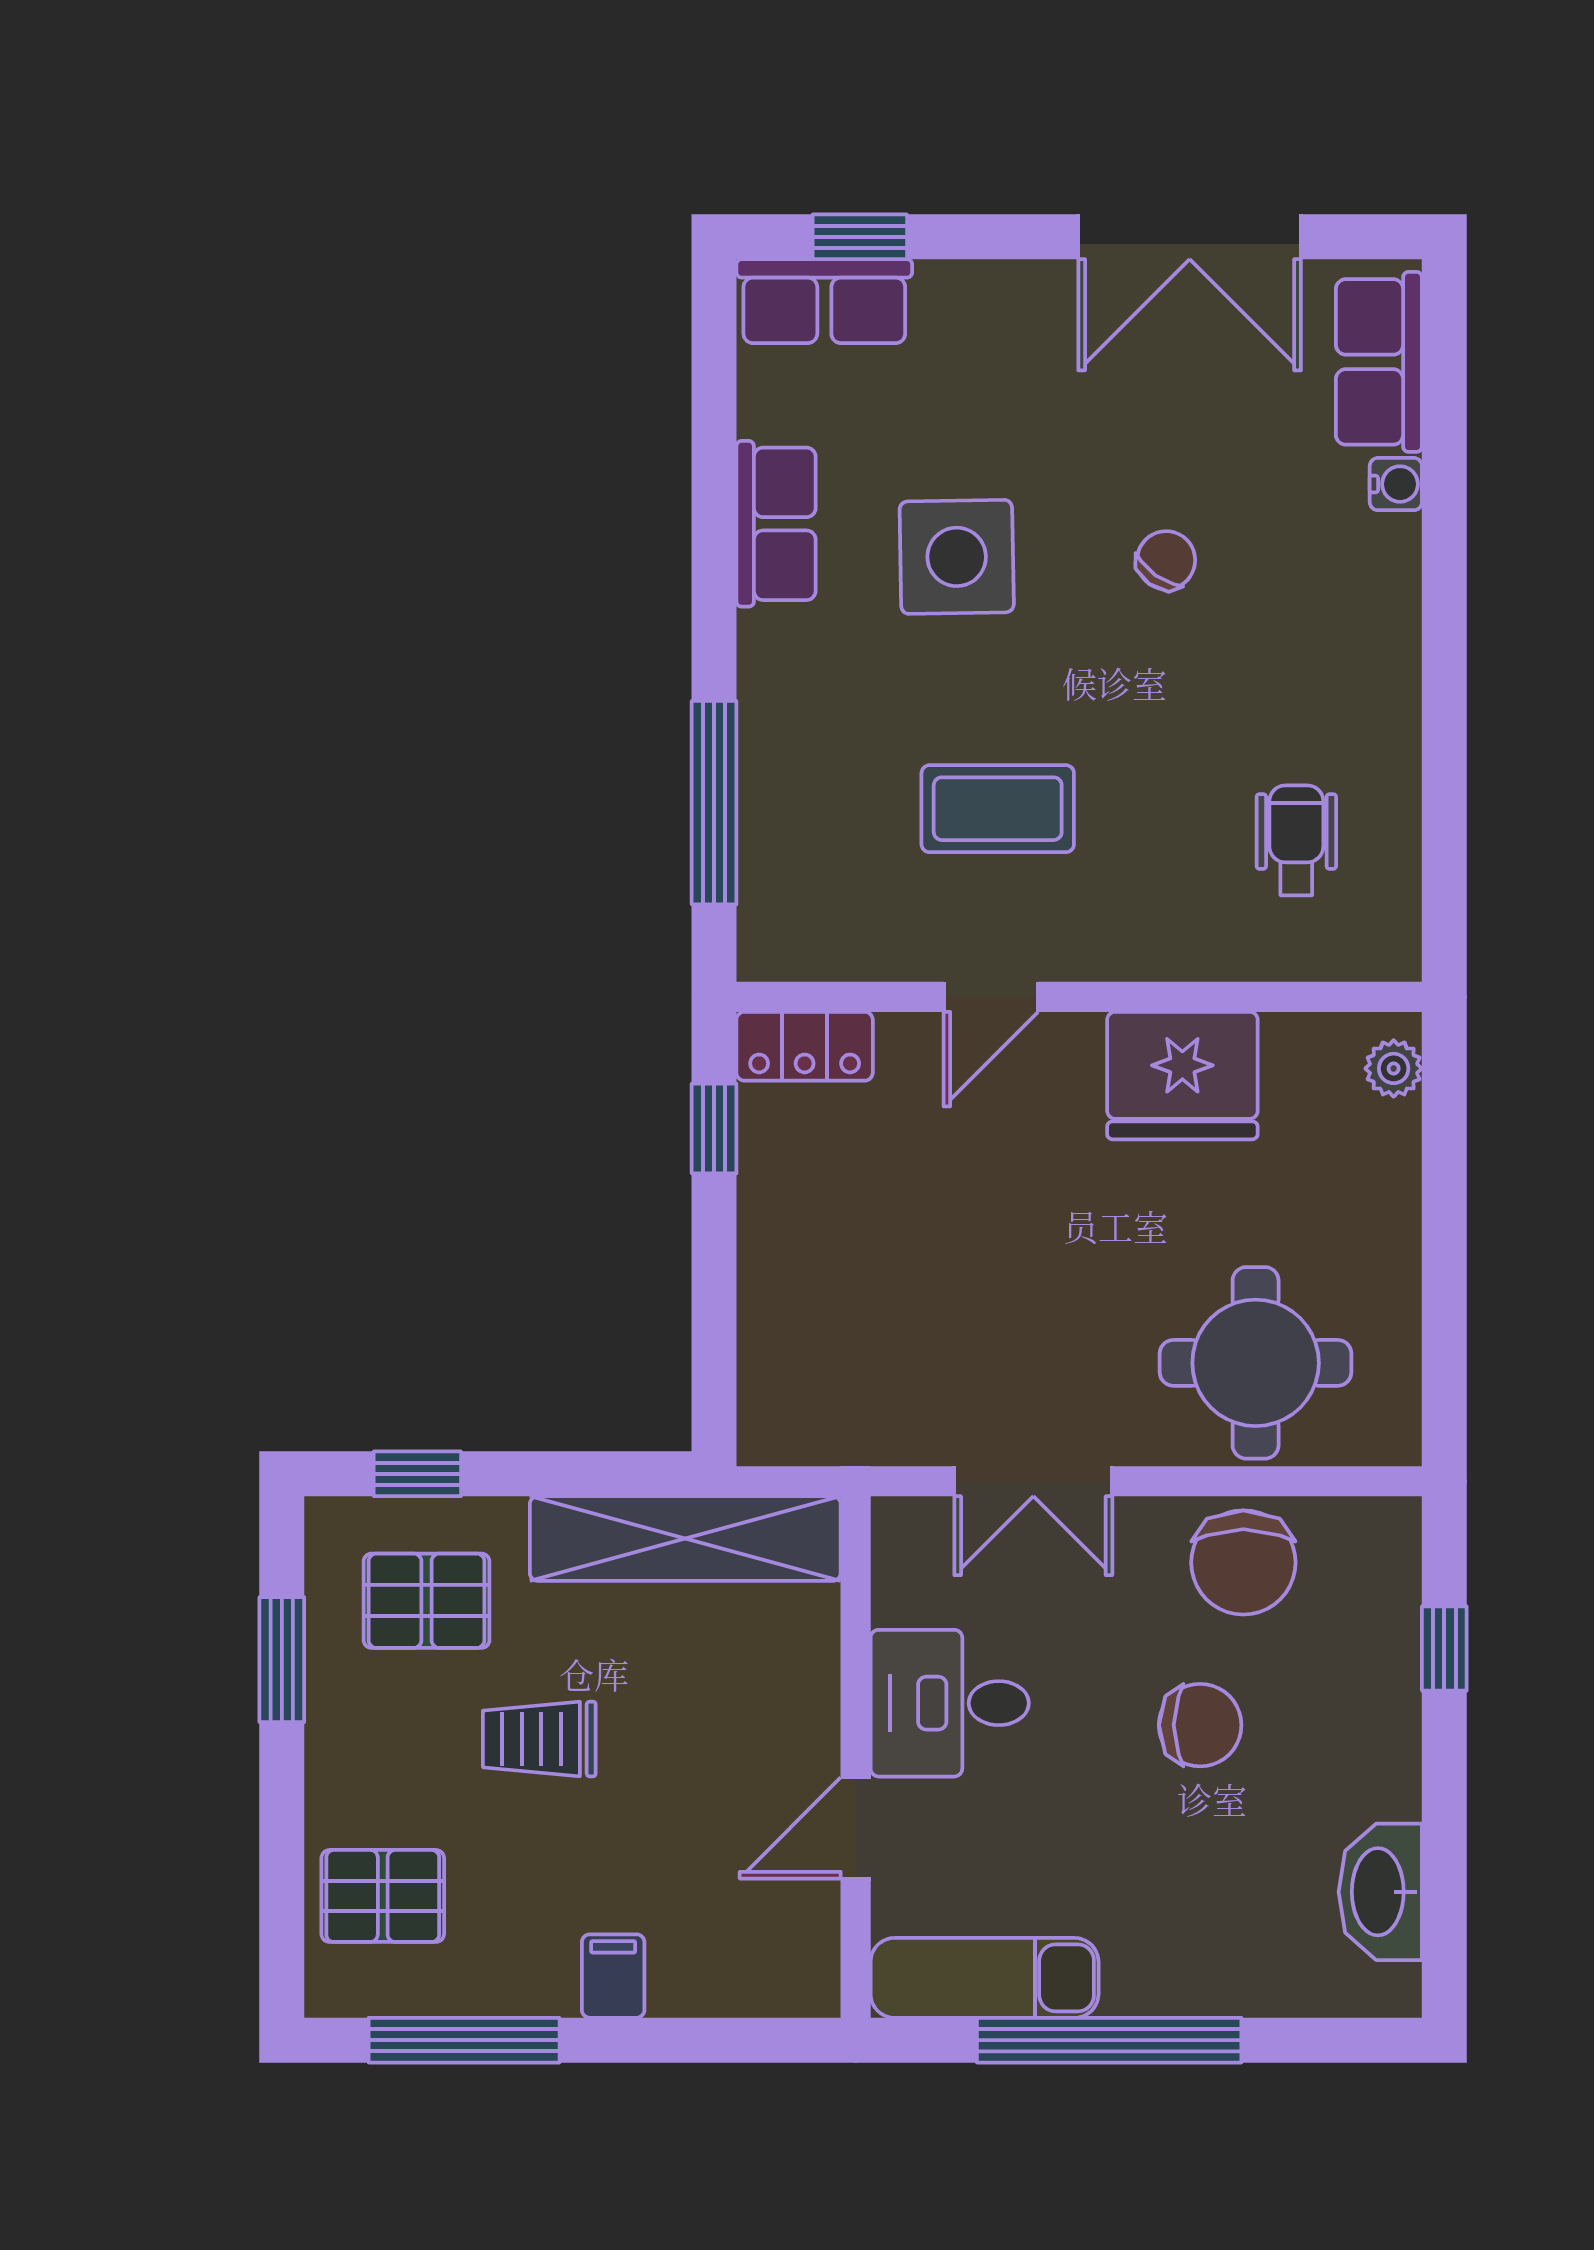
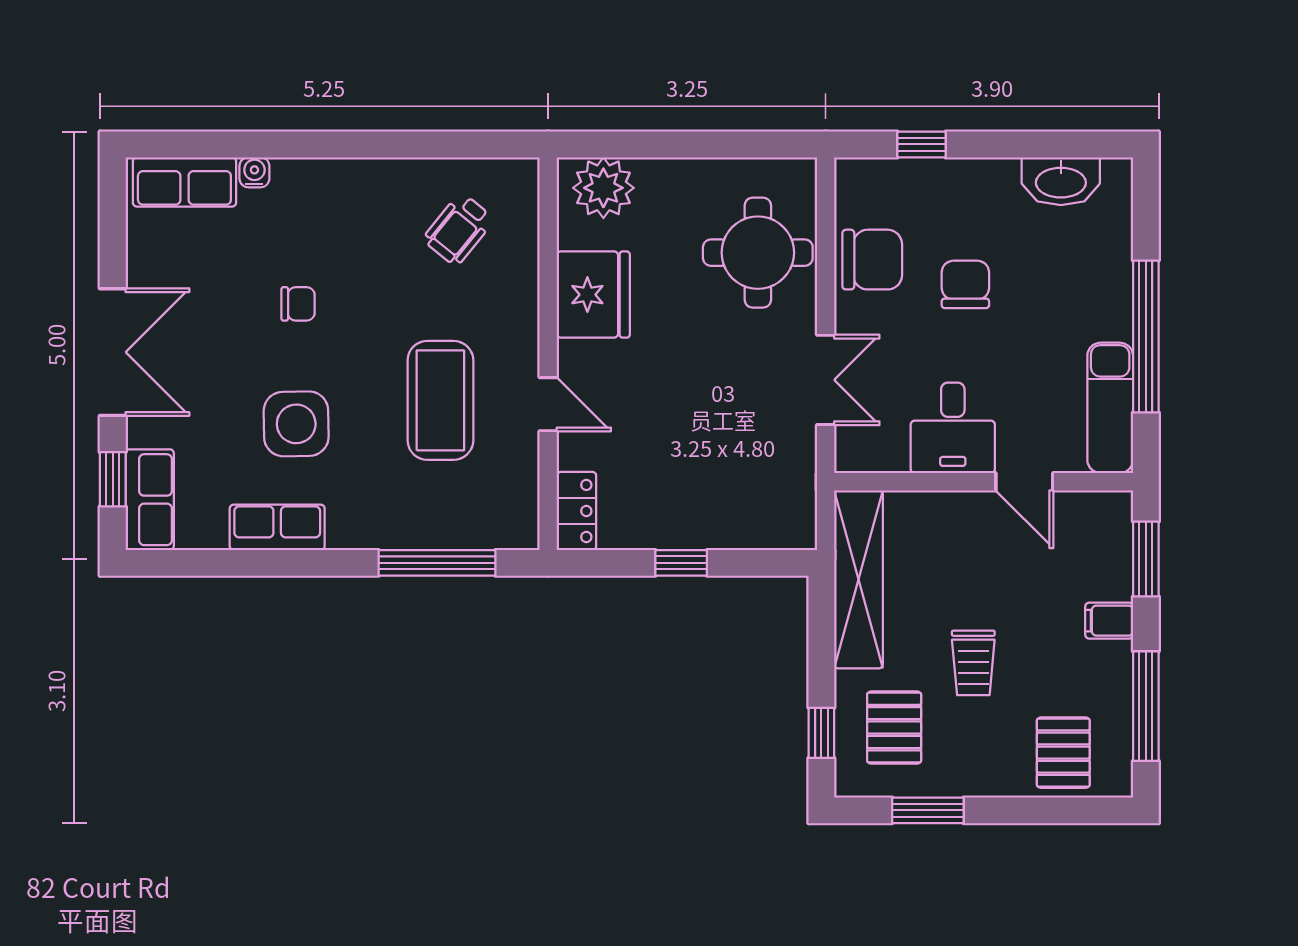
double door: (1190, 237) -> (113, 352), moved
chair: (1166, 560) -> (298, 304), turned 145
coffee table: (998, 809) -> (440, 400), width x1.36, depth x1.32
wheelchair: (1296, 840) -> (459, 229), turned -51
plant: (1394, 1068) -> (603, 188), width x1.87, depth x1.87
window: (714, 1128) -> (681, 563), moved
window: (721, 2040) -> (1146, 559), added

